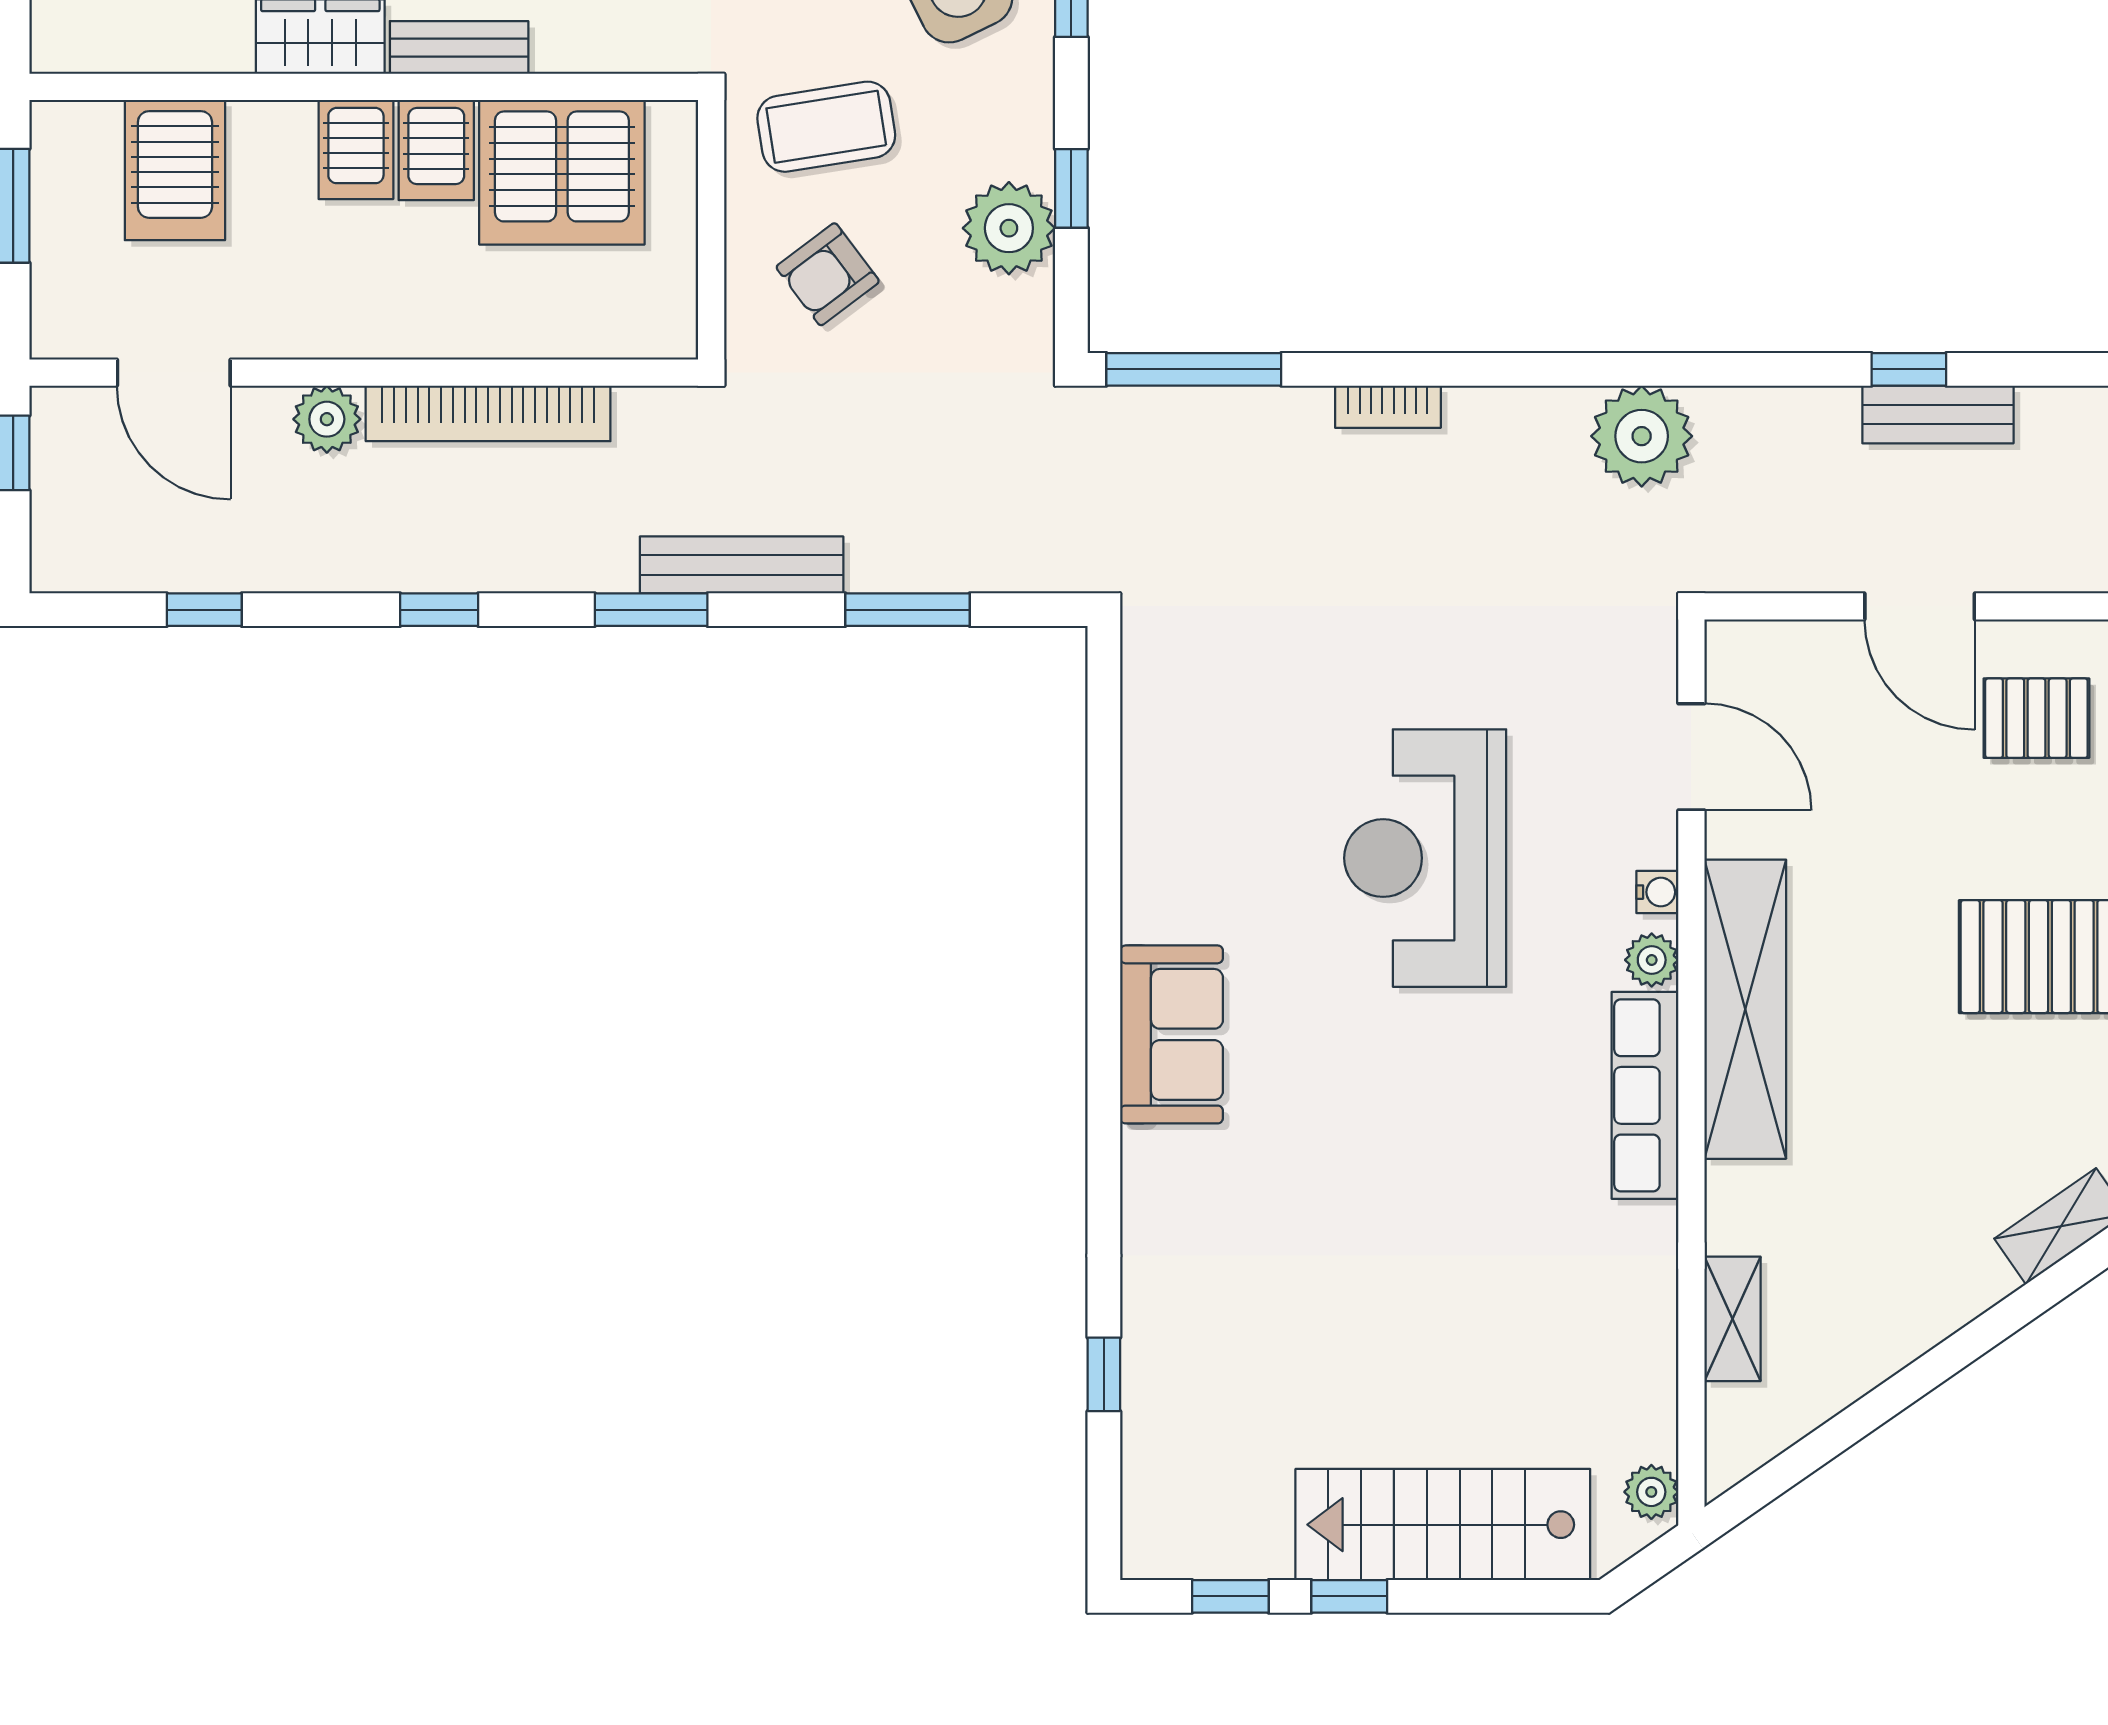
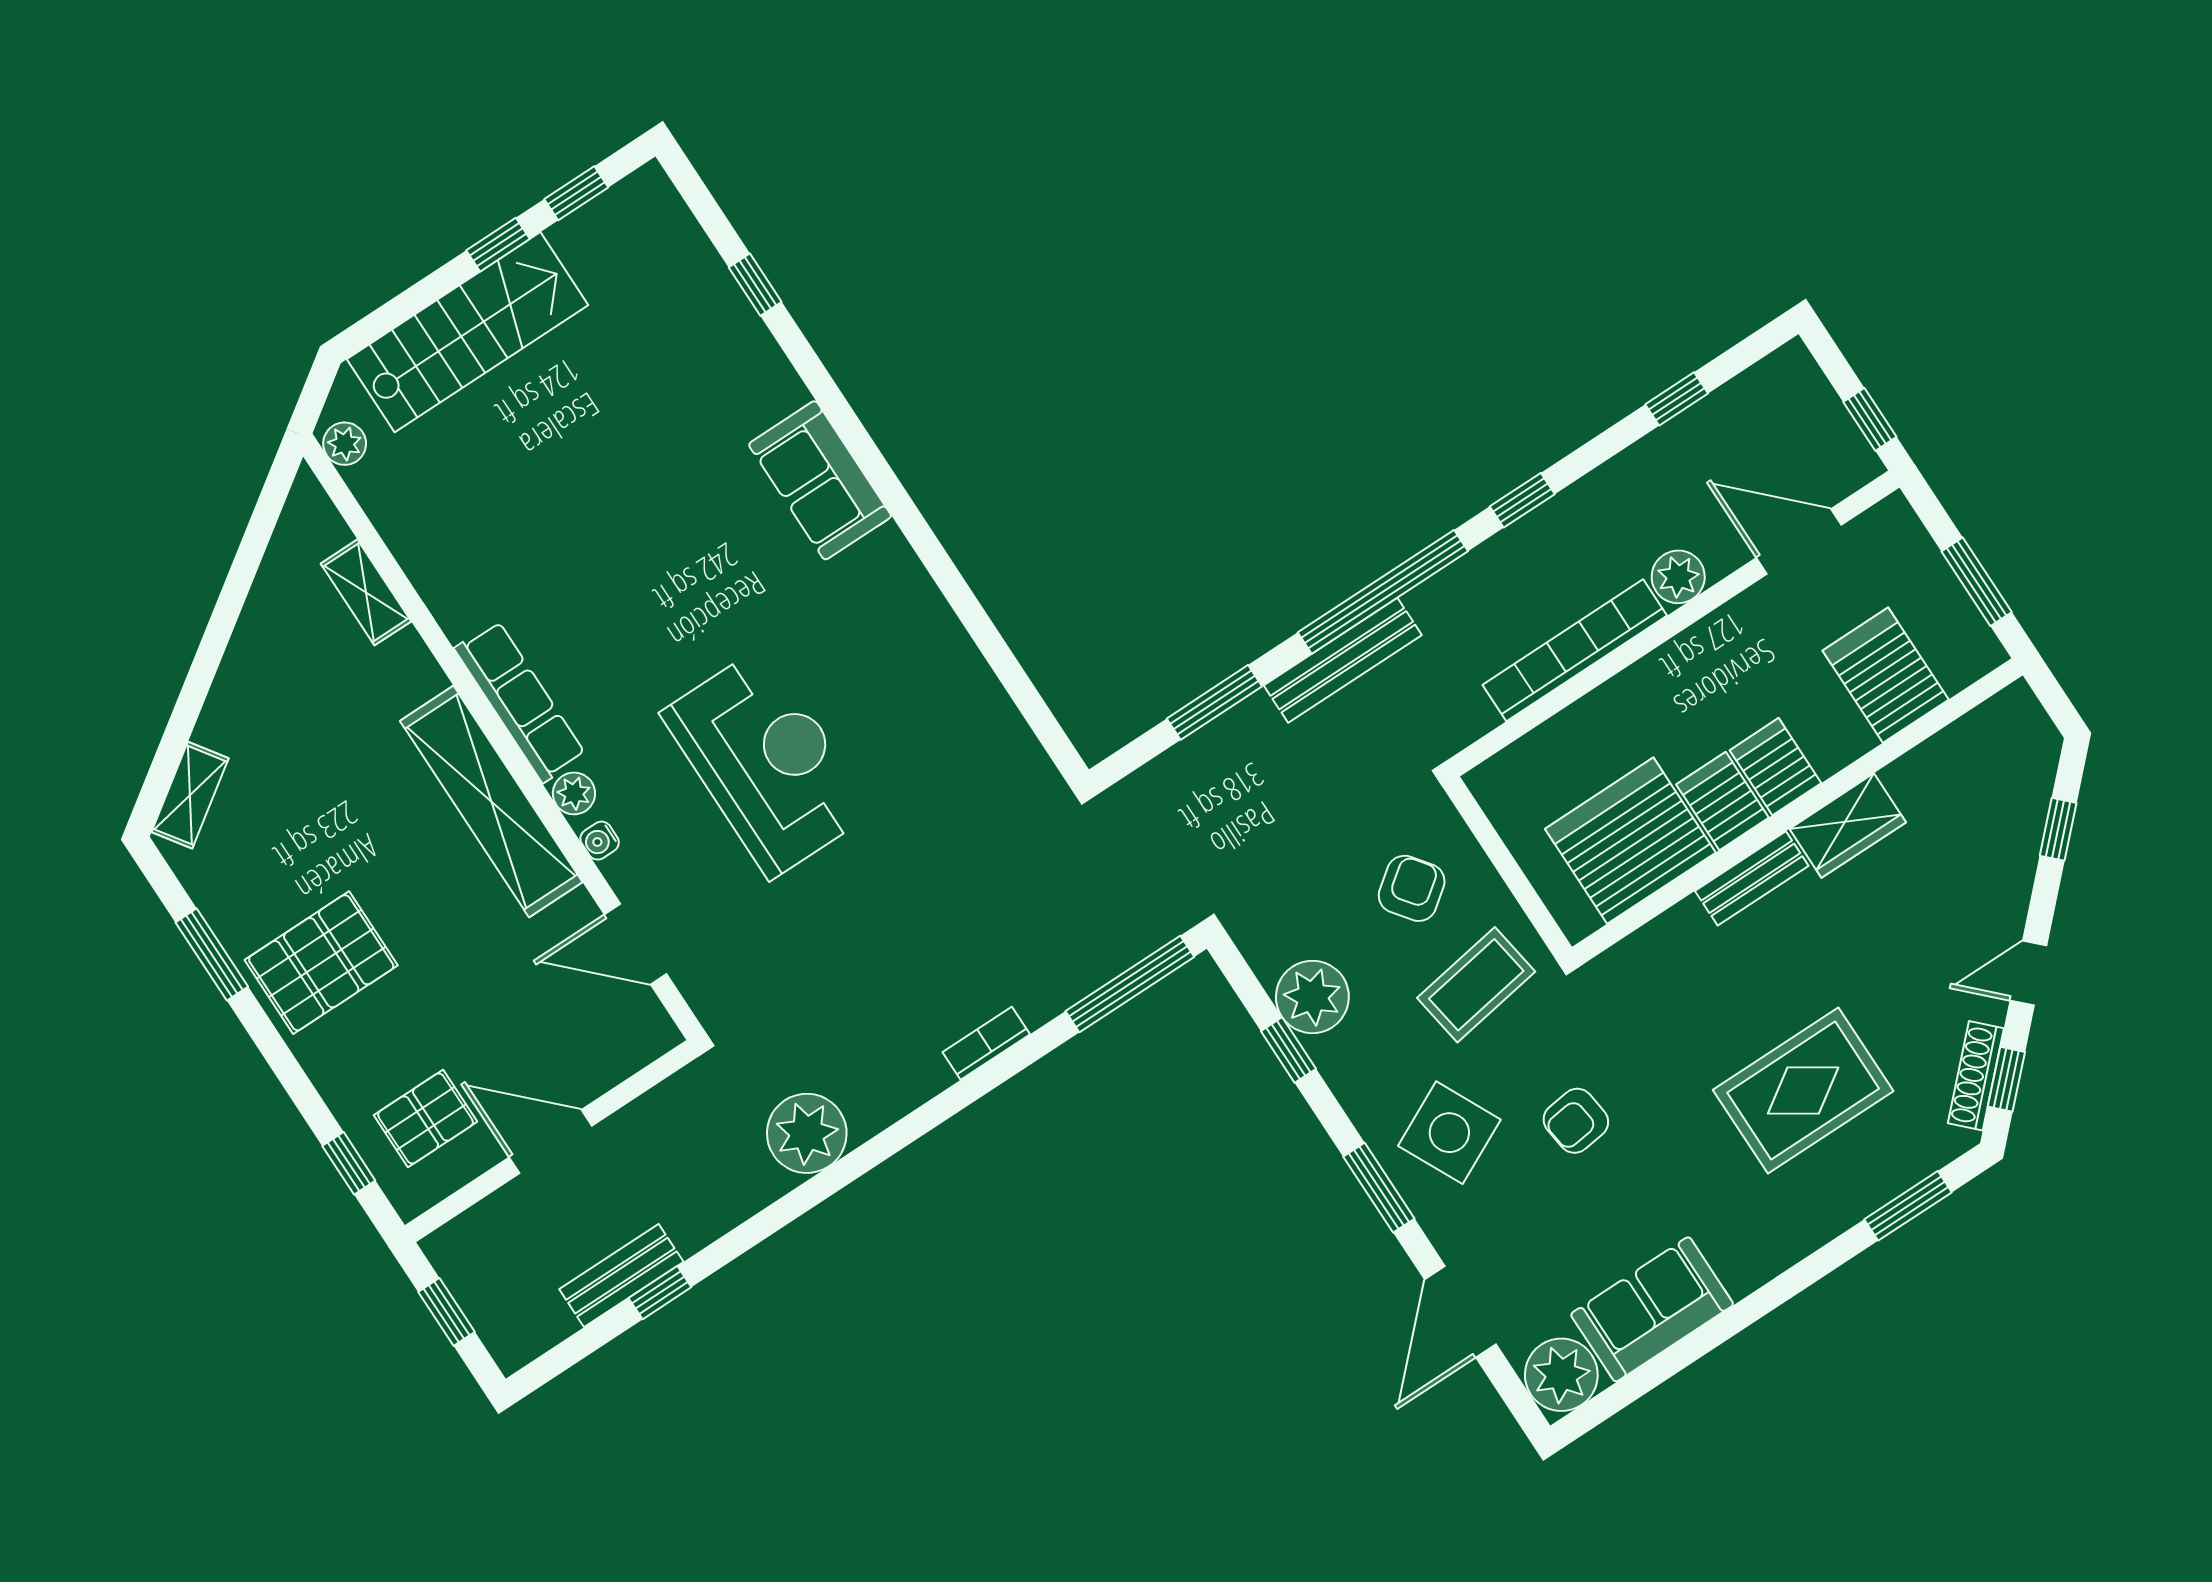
window: (651, 610) -> (1383, 592), width x2.11
sofa: (1172, 1034) -> (820, 480), moved

